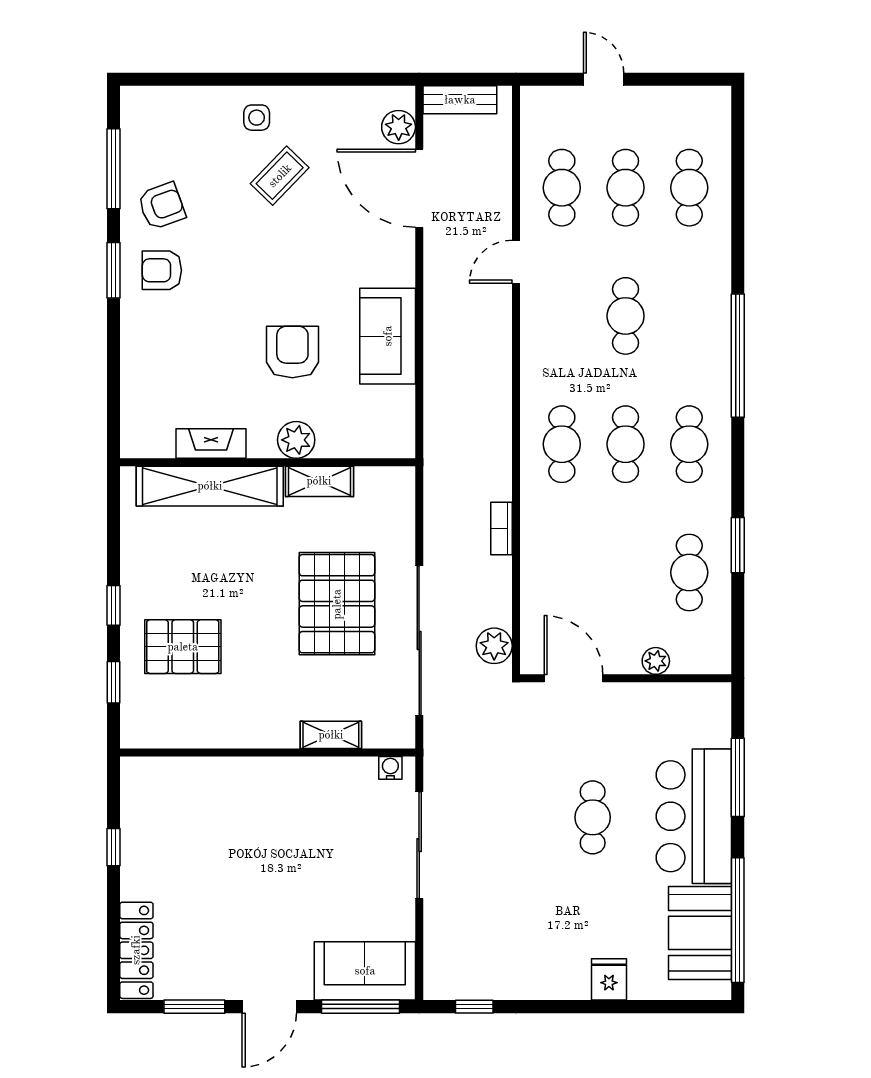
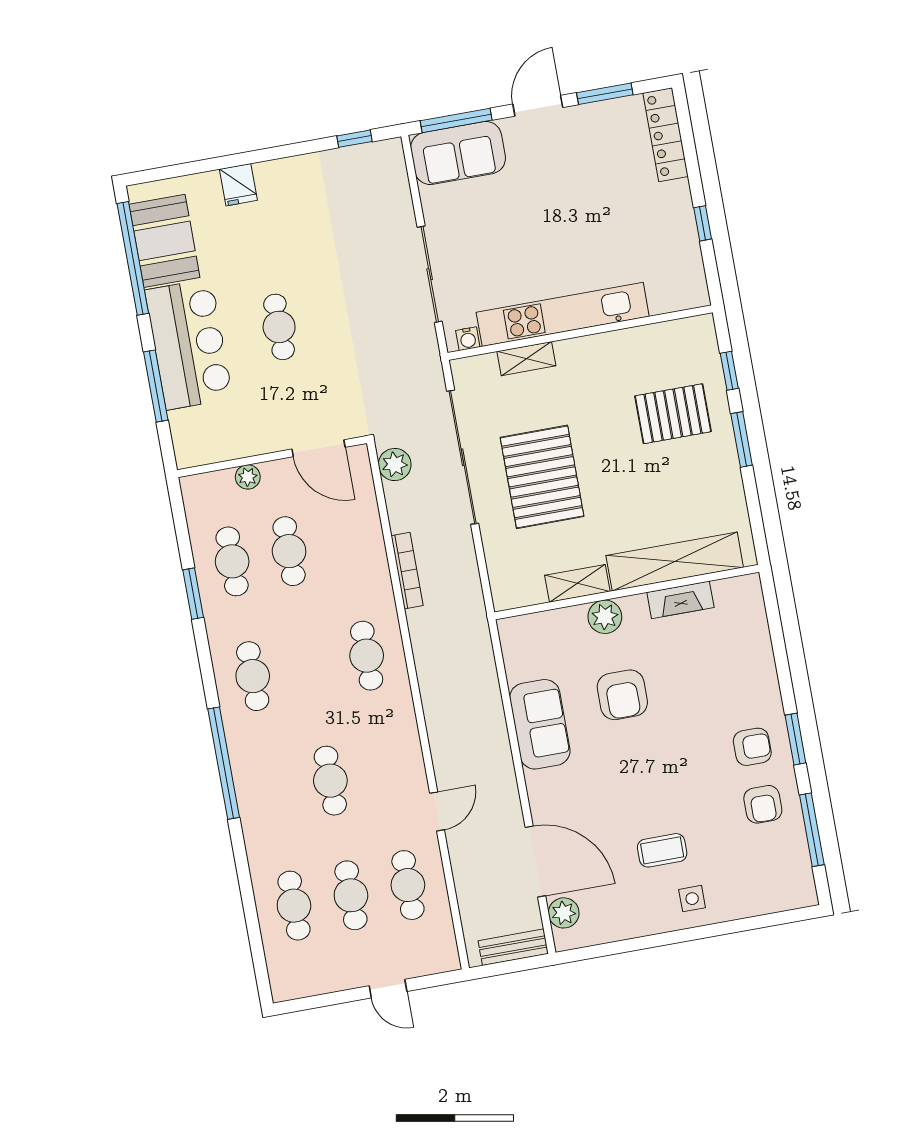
coffee table: (280, 176) -> (662, 850), turned 46
armchair: (162, 206) -> (763, 804), turned -70
cafe table: (626, 444) -> (289, 551), moved
bookcase: (502, 529) -> (407, 571), width x1.56
window: (114, 605) -> (742, 439), width x1.50
kitchen unit: (283, 776) -> (563, 314), added

